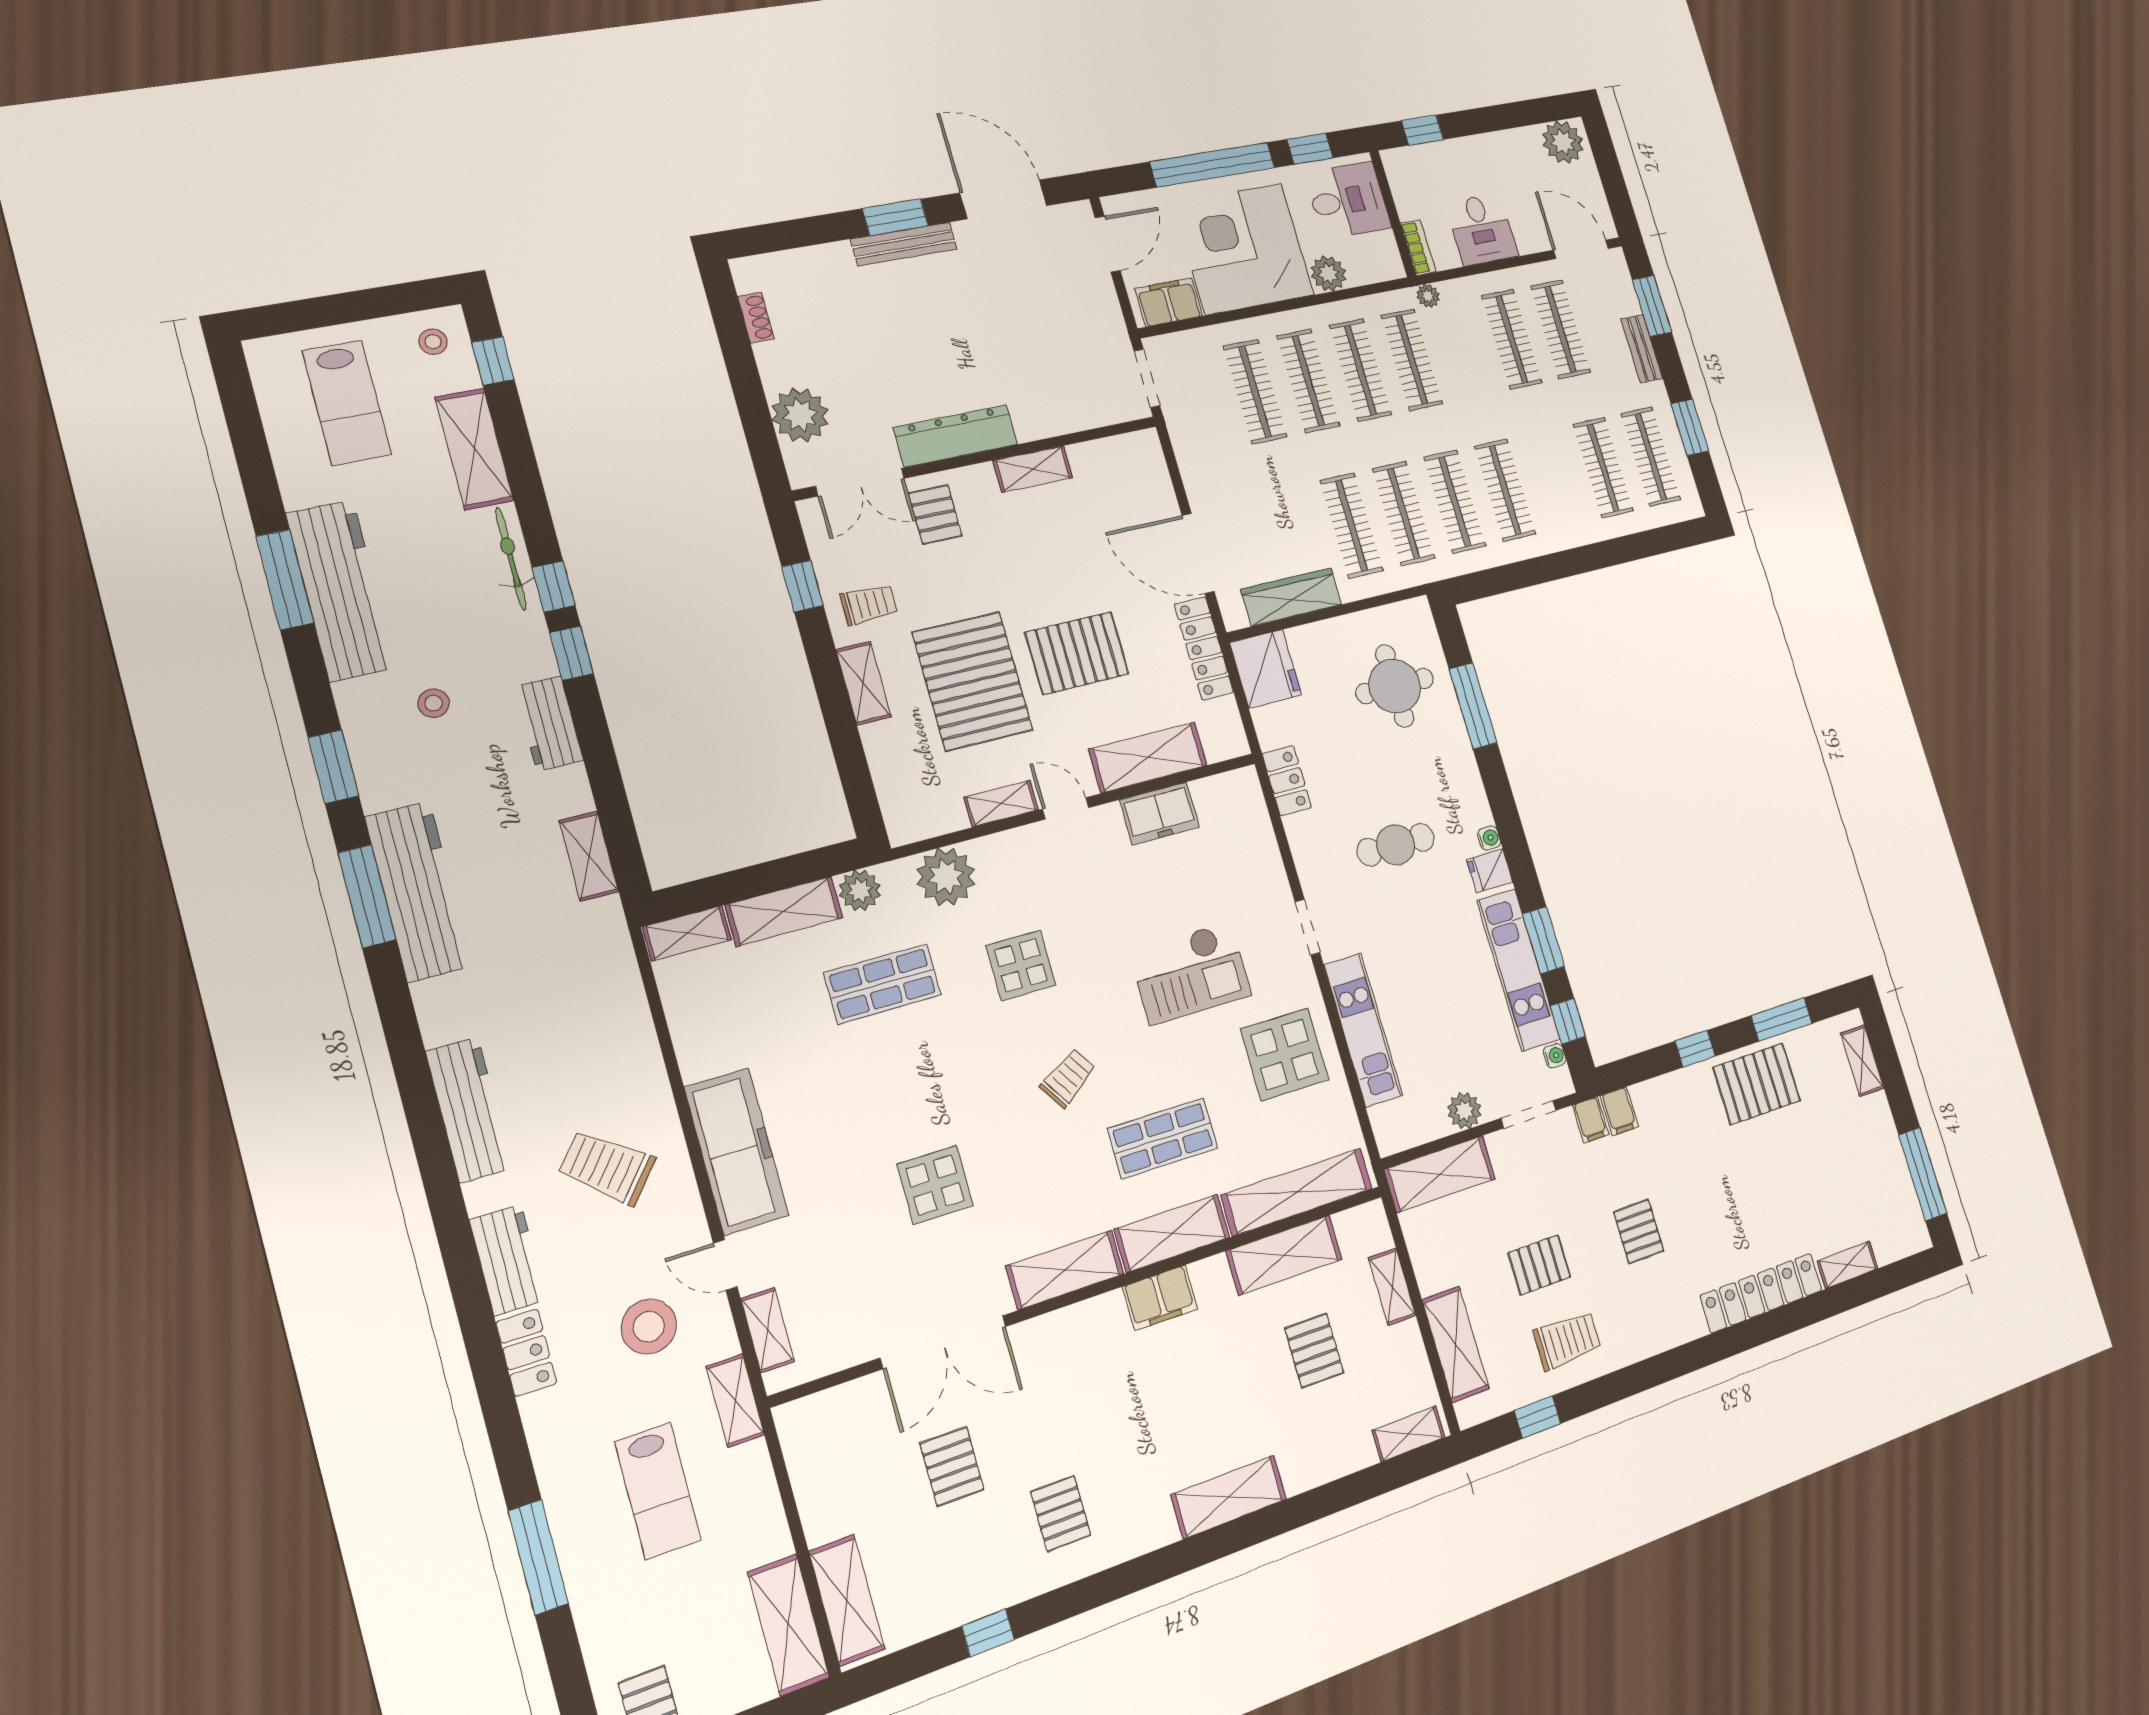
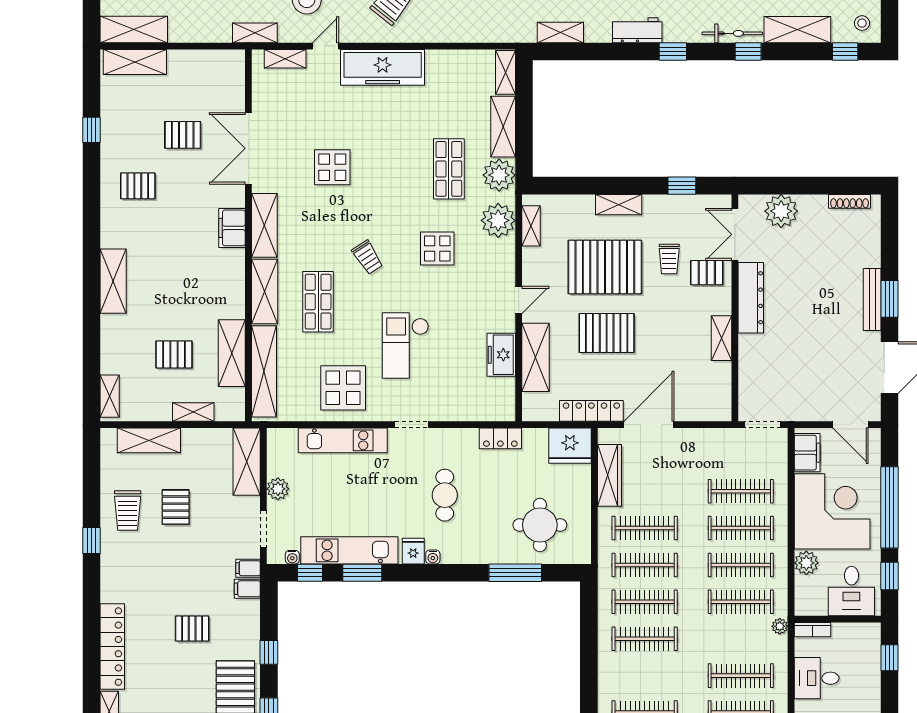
shoe rack: (756, 318) -> (850, 201), width x1.43
window: (554, 587) -> (748, 52), moved
trolley: (869, 604) -> (669, 259), moved
pallet: (1077, 653) -> (607, 333), turned 90
shelving: (1001, 804) -> (531, 226), moved
plant: (860, 890) -> (499, 175), width x1.36, depth x1.36
pallet: (1639, 1231) -> (192, 629), moved
filing cabinet: (1160, 1298) -> (232, 228), moved
window: (1537, 1417) -> (92, 541), moved

